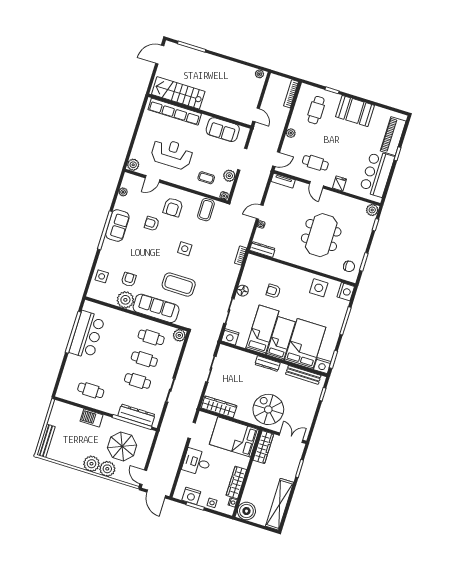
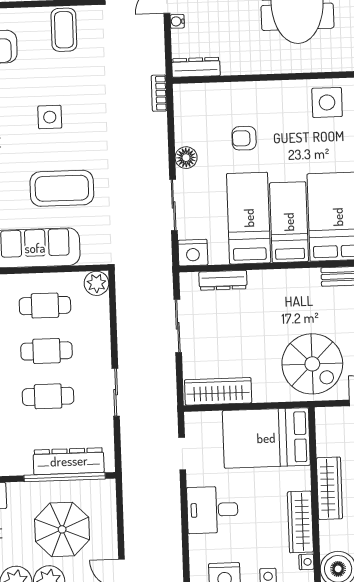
dresser: (268, 364) -> (223, 280), moved
spiral stairs: (268, 409) -> (312, 364), turned 180
wardrobe: (263, 447) -> (329, 488), moved

